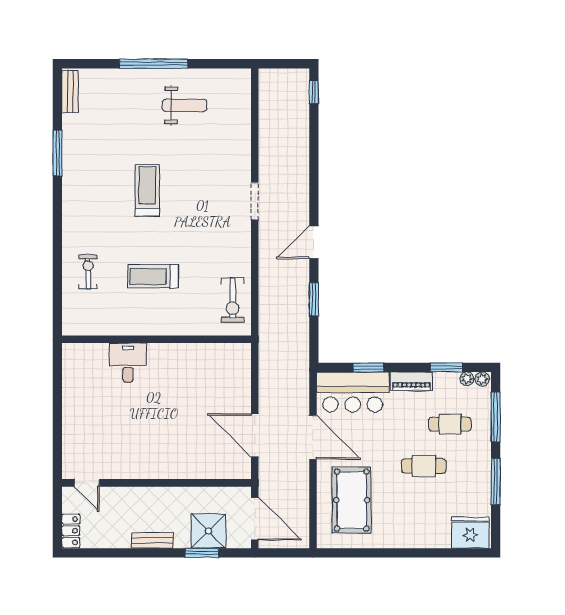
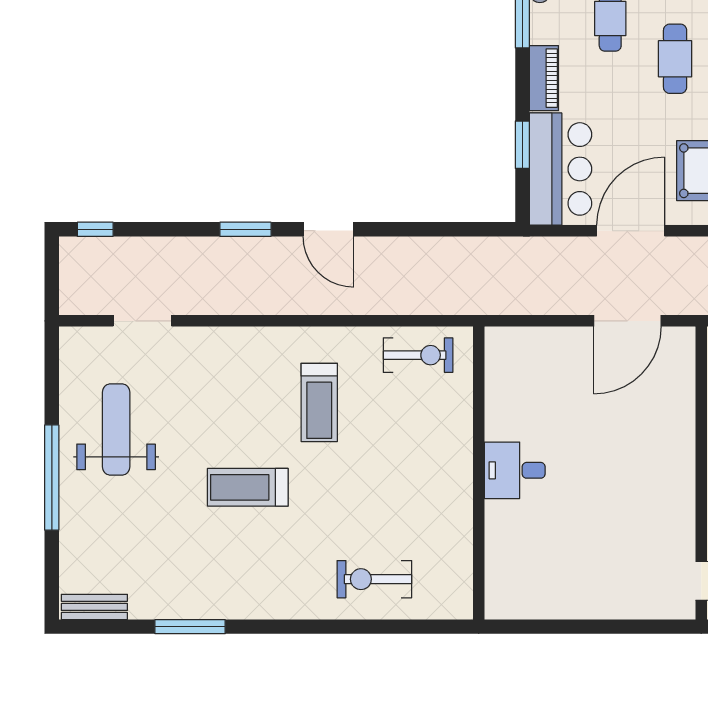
weight bench: (185, 105) -> (116, 430), width x1.36, depth x1.33
doorway: (255, 201) -> (142, 321), moved
exercise bike: (88, 272) -> (374, 579), width x1.38, depth x1.39
treadmill: (153, 276) -> (319, 402), moved
window: (314, 299) -> (245, 229), moved
desk: (128, 363) -> (515, 470), moved

